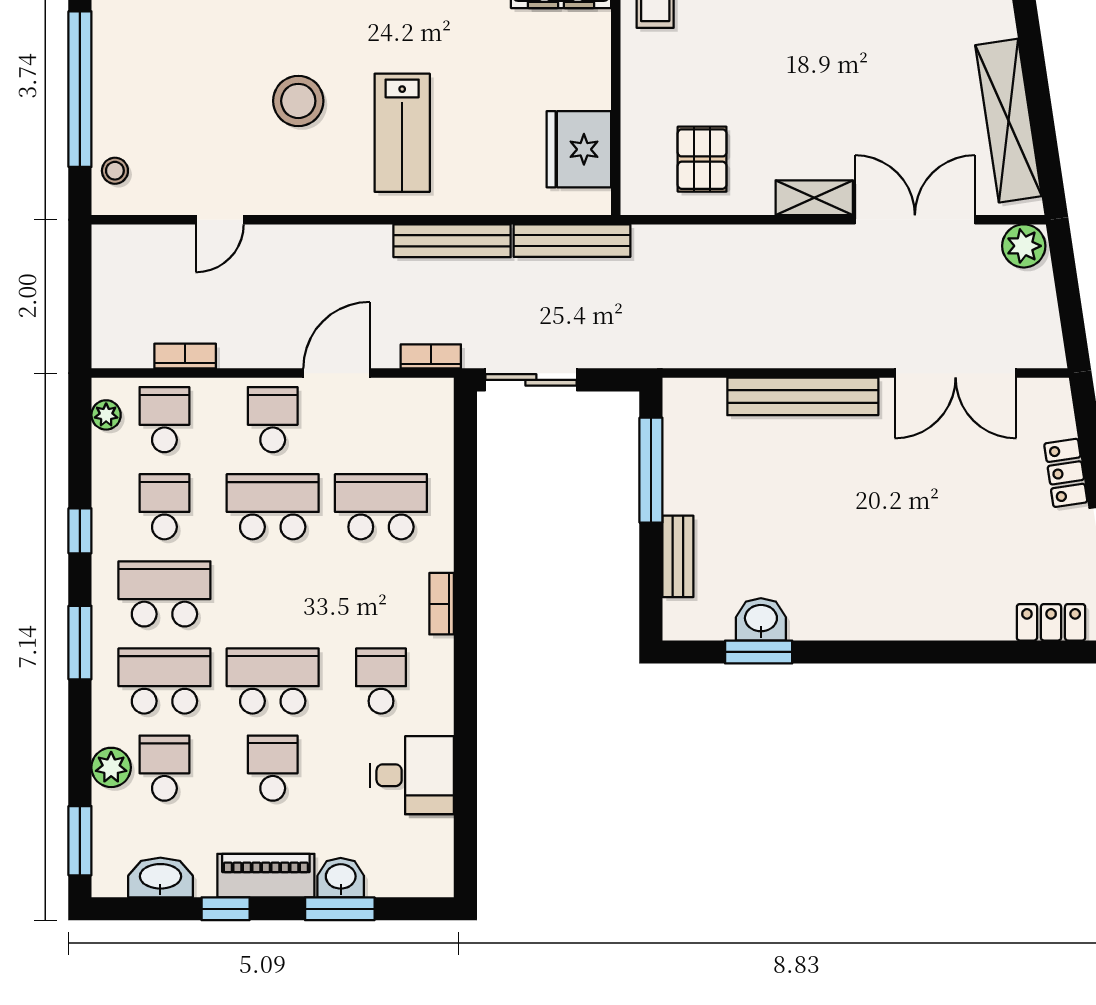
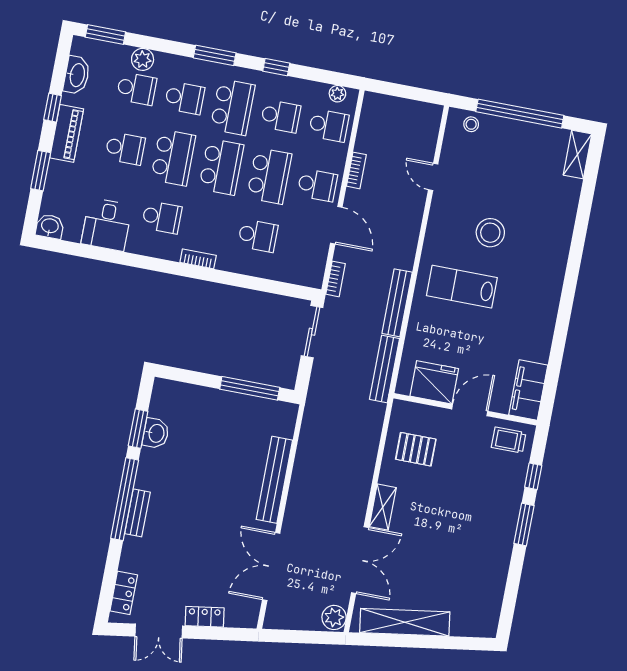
door: (616, 78) -> (470, 410), added
bookcase: (185, 356) -> (356, 170), moved
school desk: (381, 507) -> (258, 236), width x0.54
bench: (678, 556) -> (137, 513), moved, turned 90
school desk: (273, 594) -> (221, 167), added
window: (887, 652) -> (125, 499), added
school desk: (164, 681) -> (185, 98), width x0.54
washbasin: (341, 878) -> (50, 226), moved, turned -90

